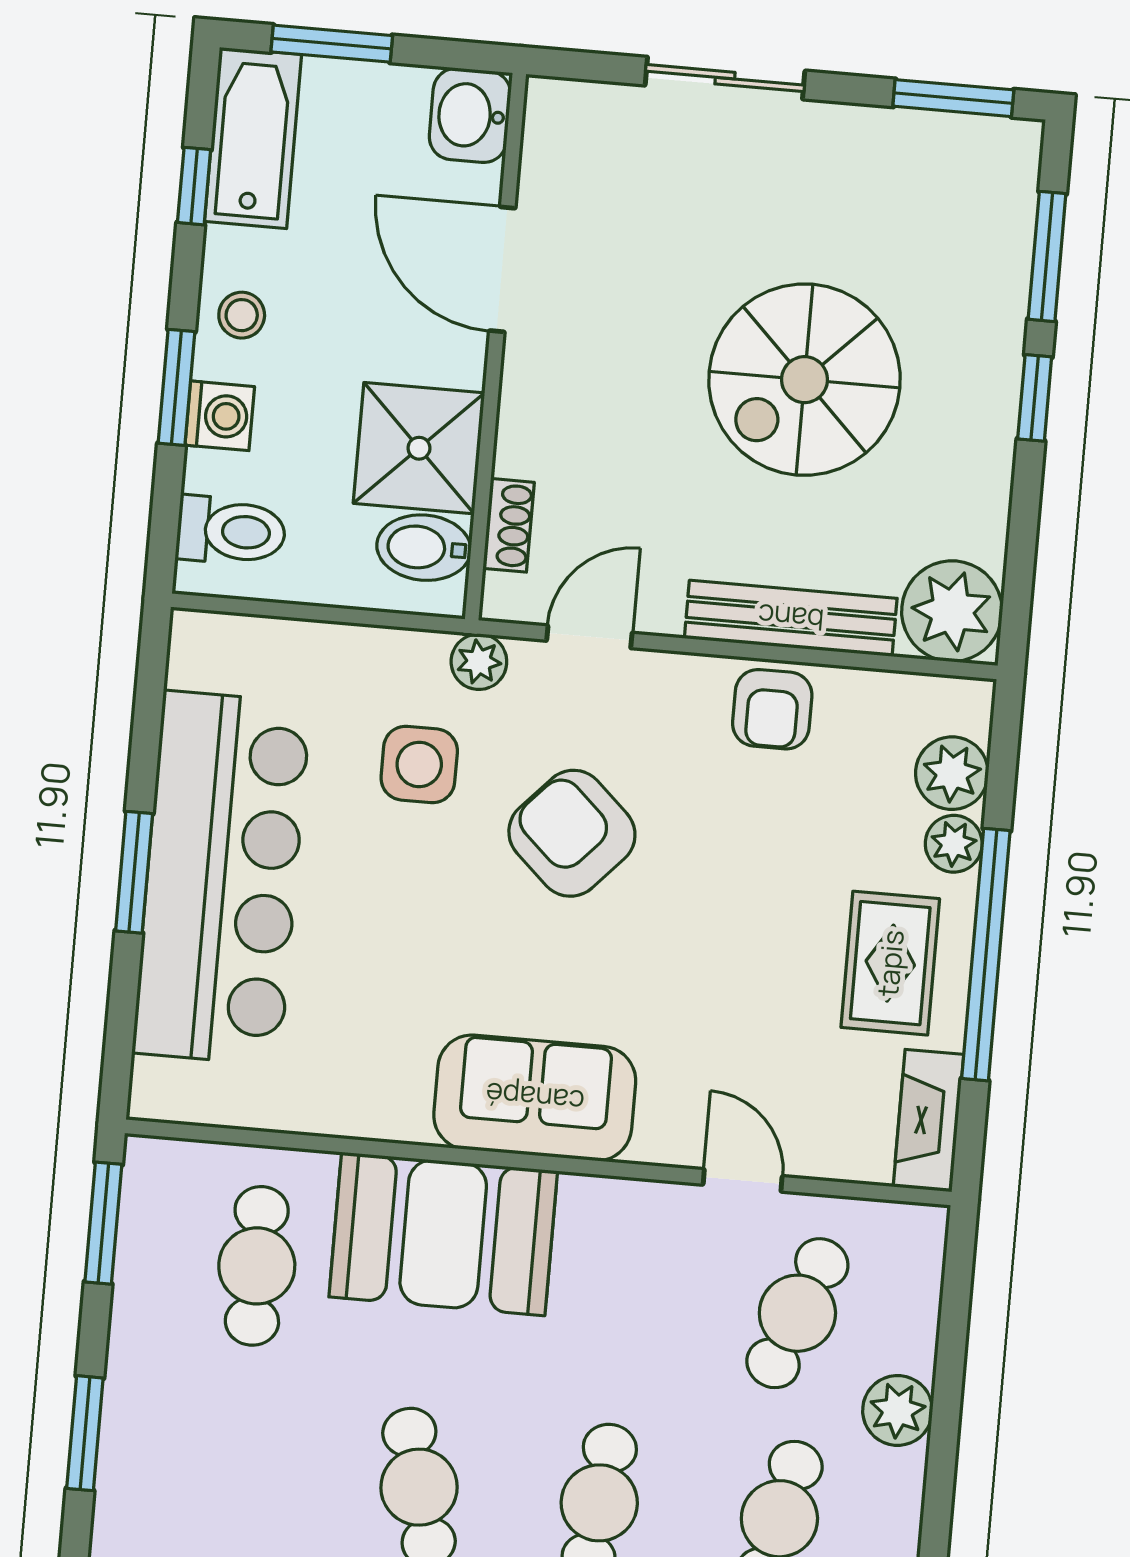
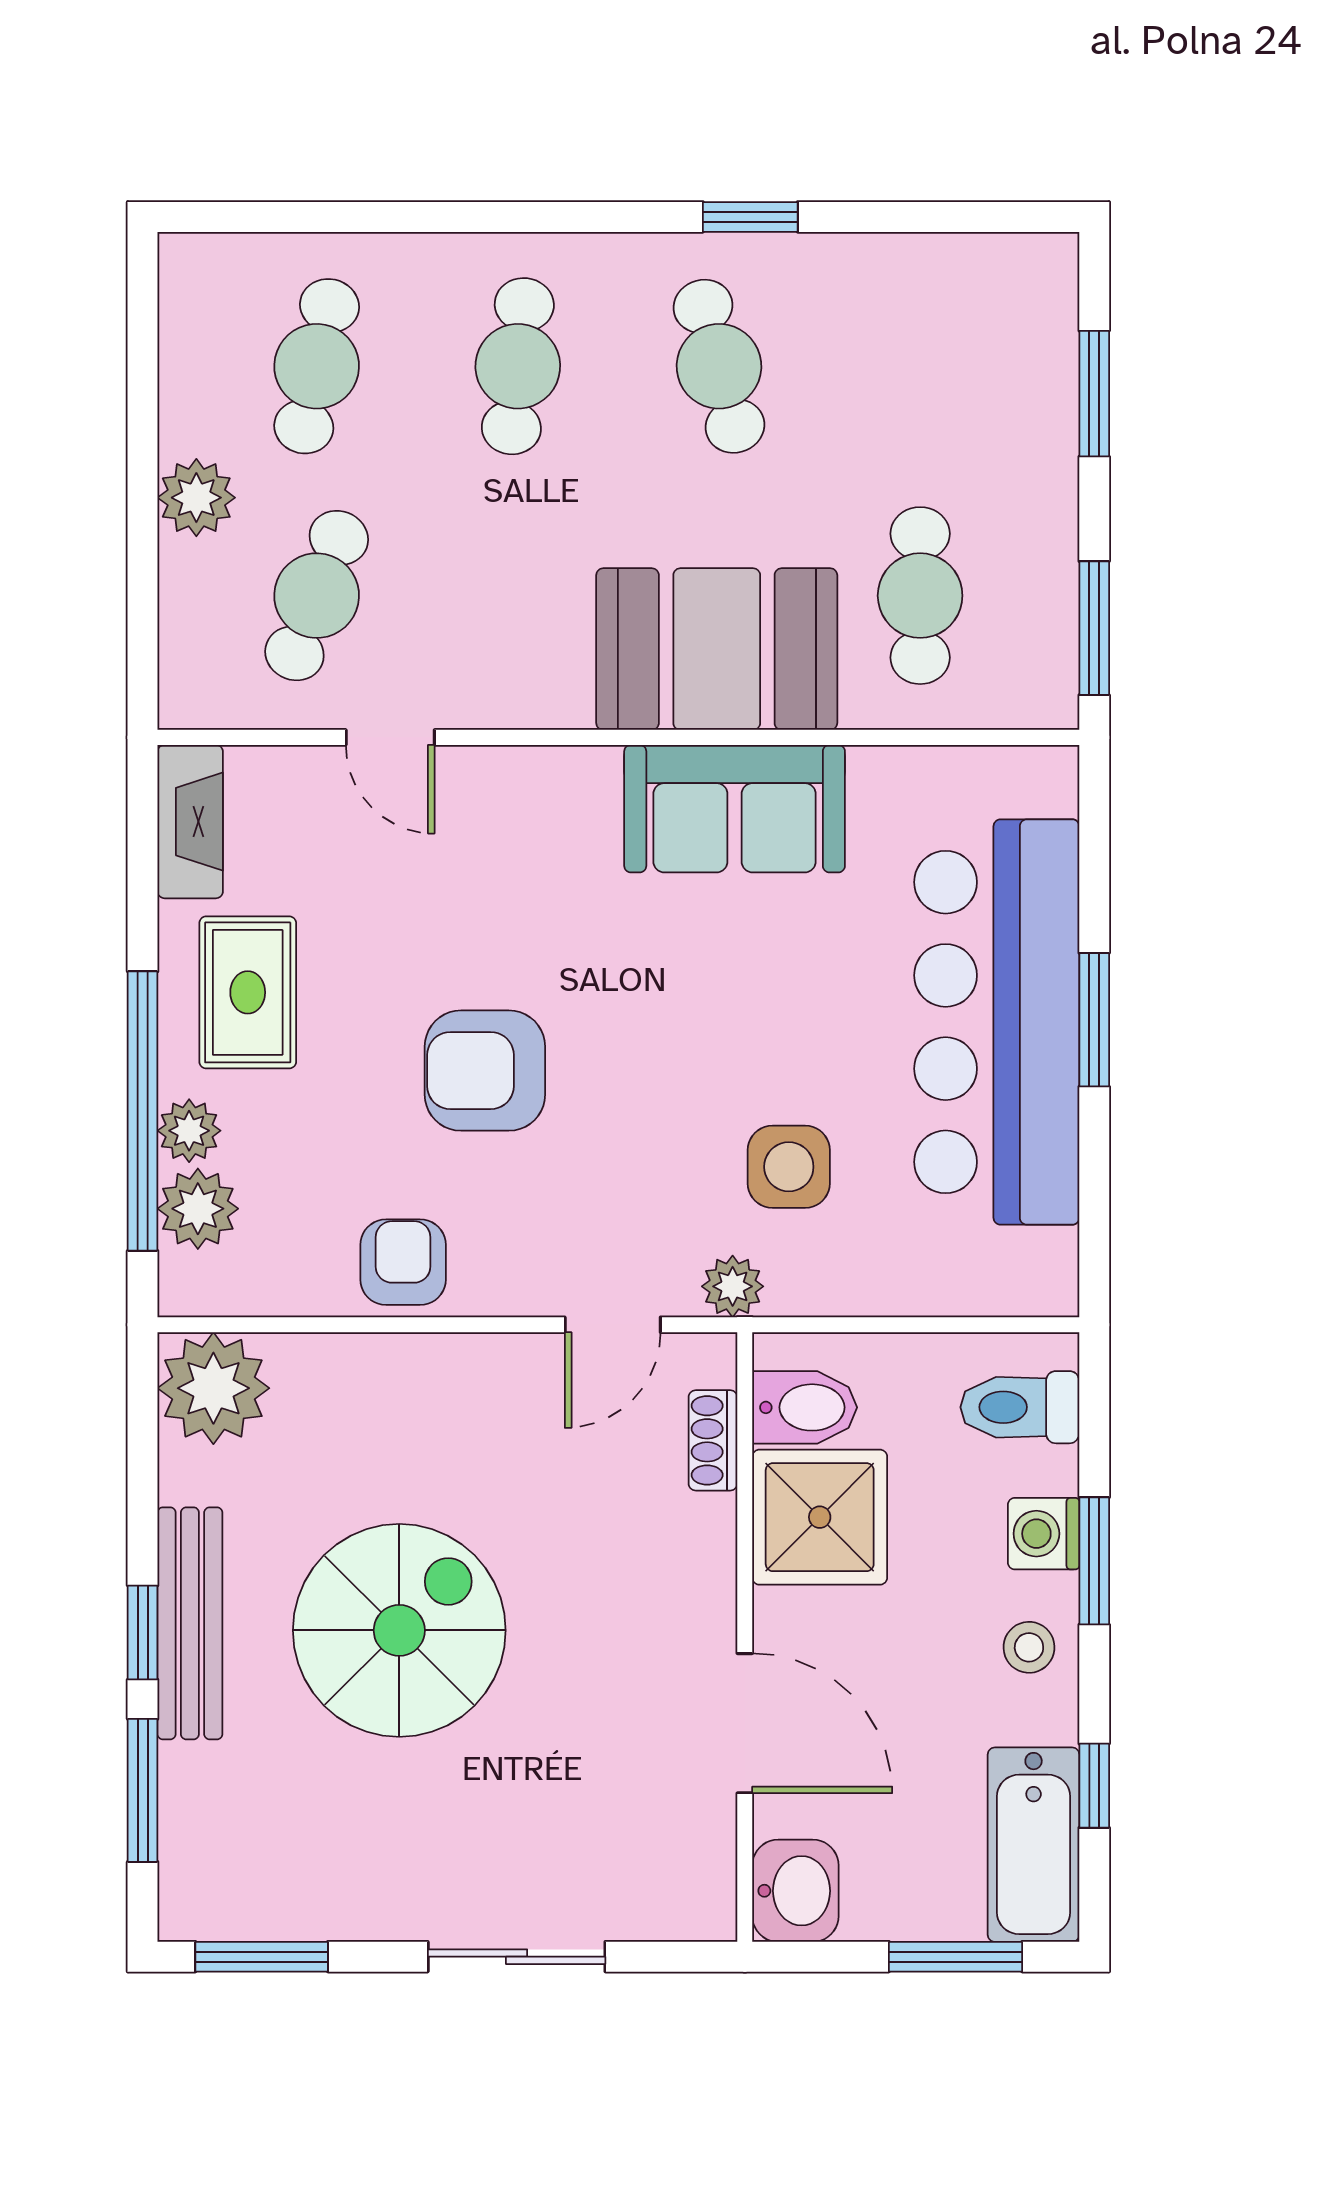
bench: (791, 618) -> (190, 1623), moved, turned 90
armchair: (572, 833) -> (485, 1071), moved, turned 137
window: (986, 955) -> (143, 1111), moved
sofa: (535, 1098) -> (735, 809), moved

